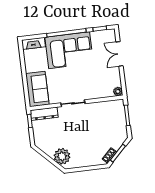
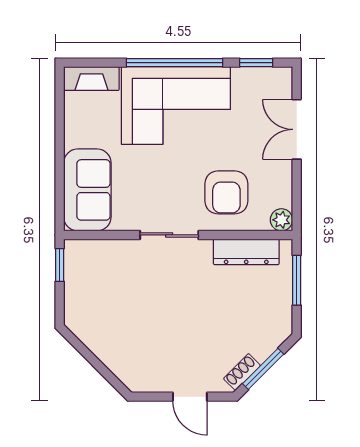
armchair: (94, 83) -> (226, 192), added
dresser: (44, 114) -> (246, 252), moved
plant: (62, 156) -> (127, 360), removed
door: (89, 168) -> (190, 397), added

